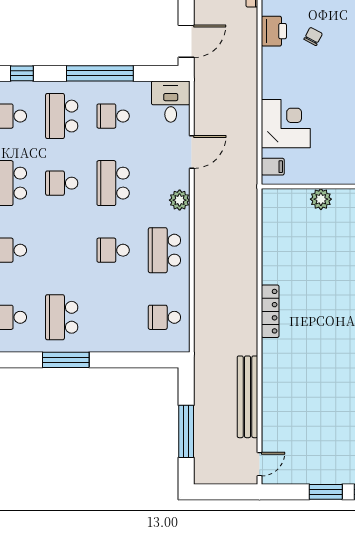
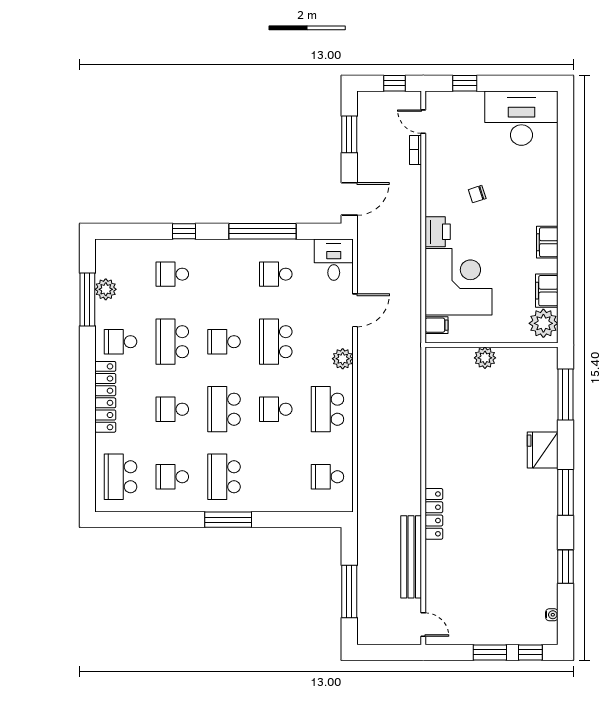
printer: (274, 31) -> (438, 232), moved
chair: (313, 36) -> (477, 194), turned -136
school desk: (62, 116) -> (224, 409), moved
corner desk: (286, 124) -> (458, 282), width x1.36, depth x1.36
locker: (270, 311) -> (434, 514), moved
door: (260, 464) -> (423, 625), hinge flipped

